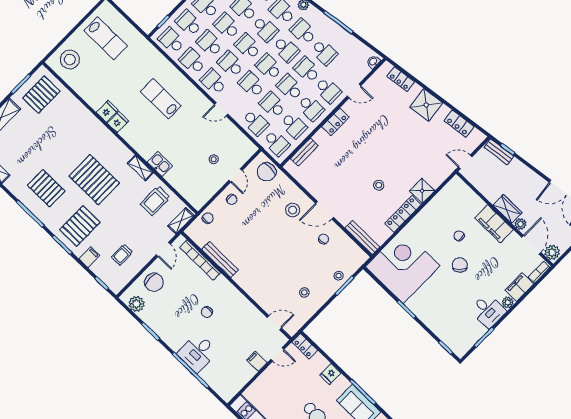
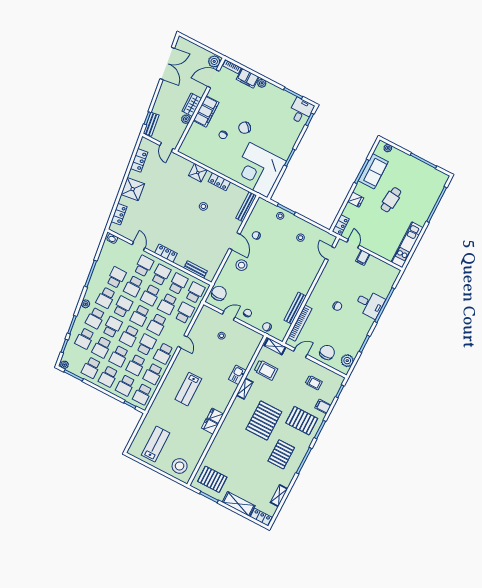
school desk: (231, 64) -> (146, 345), turned 180
chair: (267, 172) -> (219, 293), turned -90
locker: (403, 214) -> (219, 182), width x0.66
plant: (520, 224) -> (186, 119), moved
desk: (488, 311) -> (301, 111), moved

